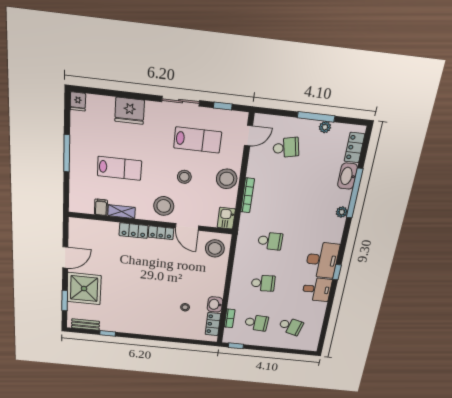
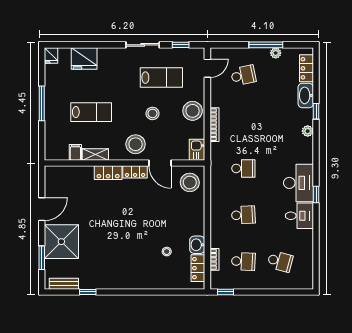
fridge: (130, 111) -> (84, 58), moved
window: (355, 193) -> (316, 111), width x0.32

